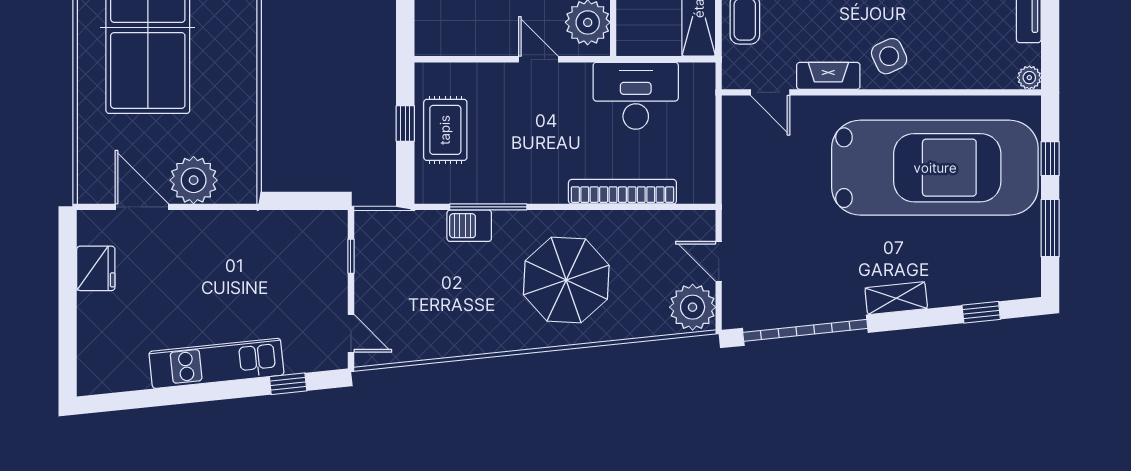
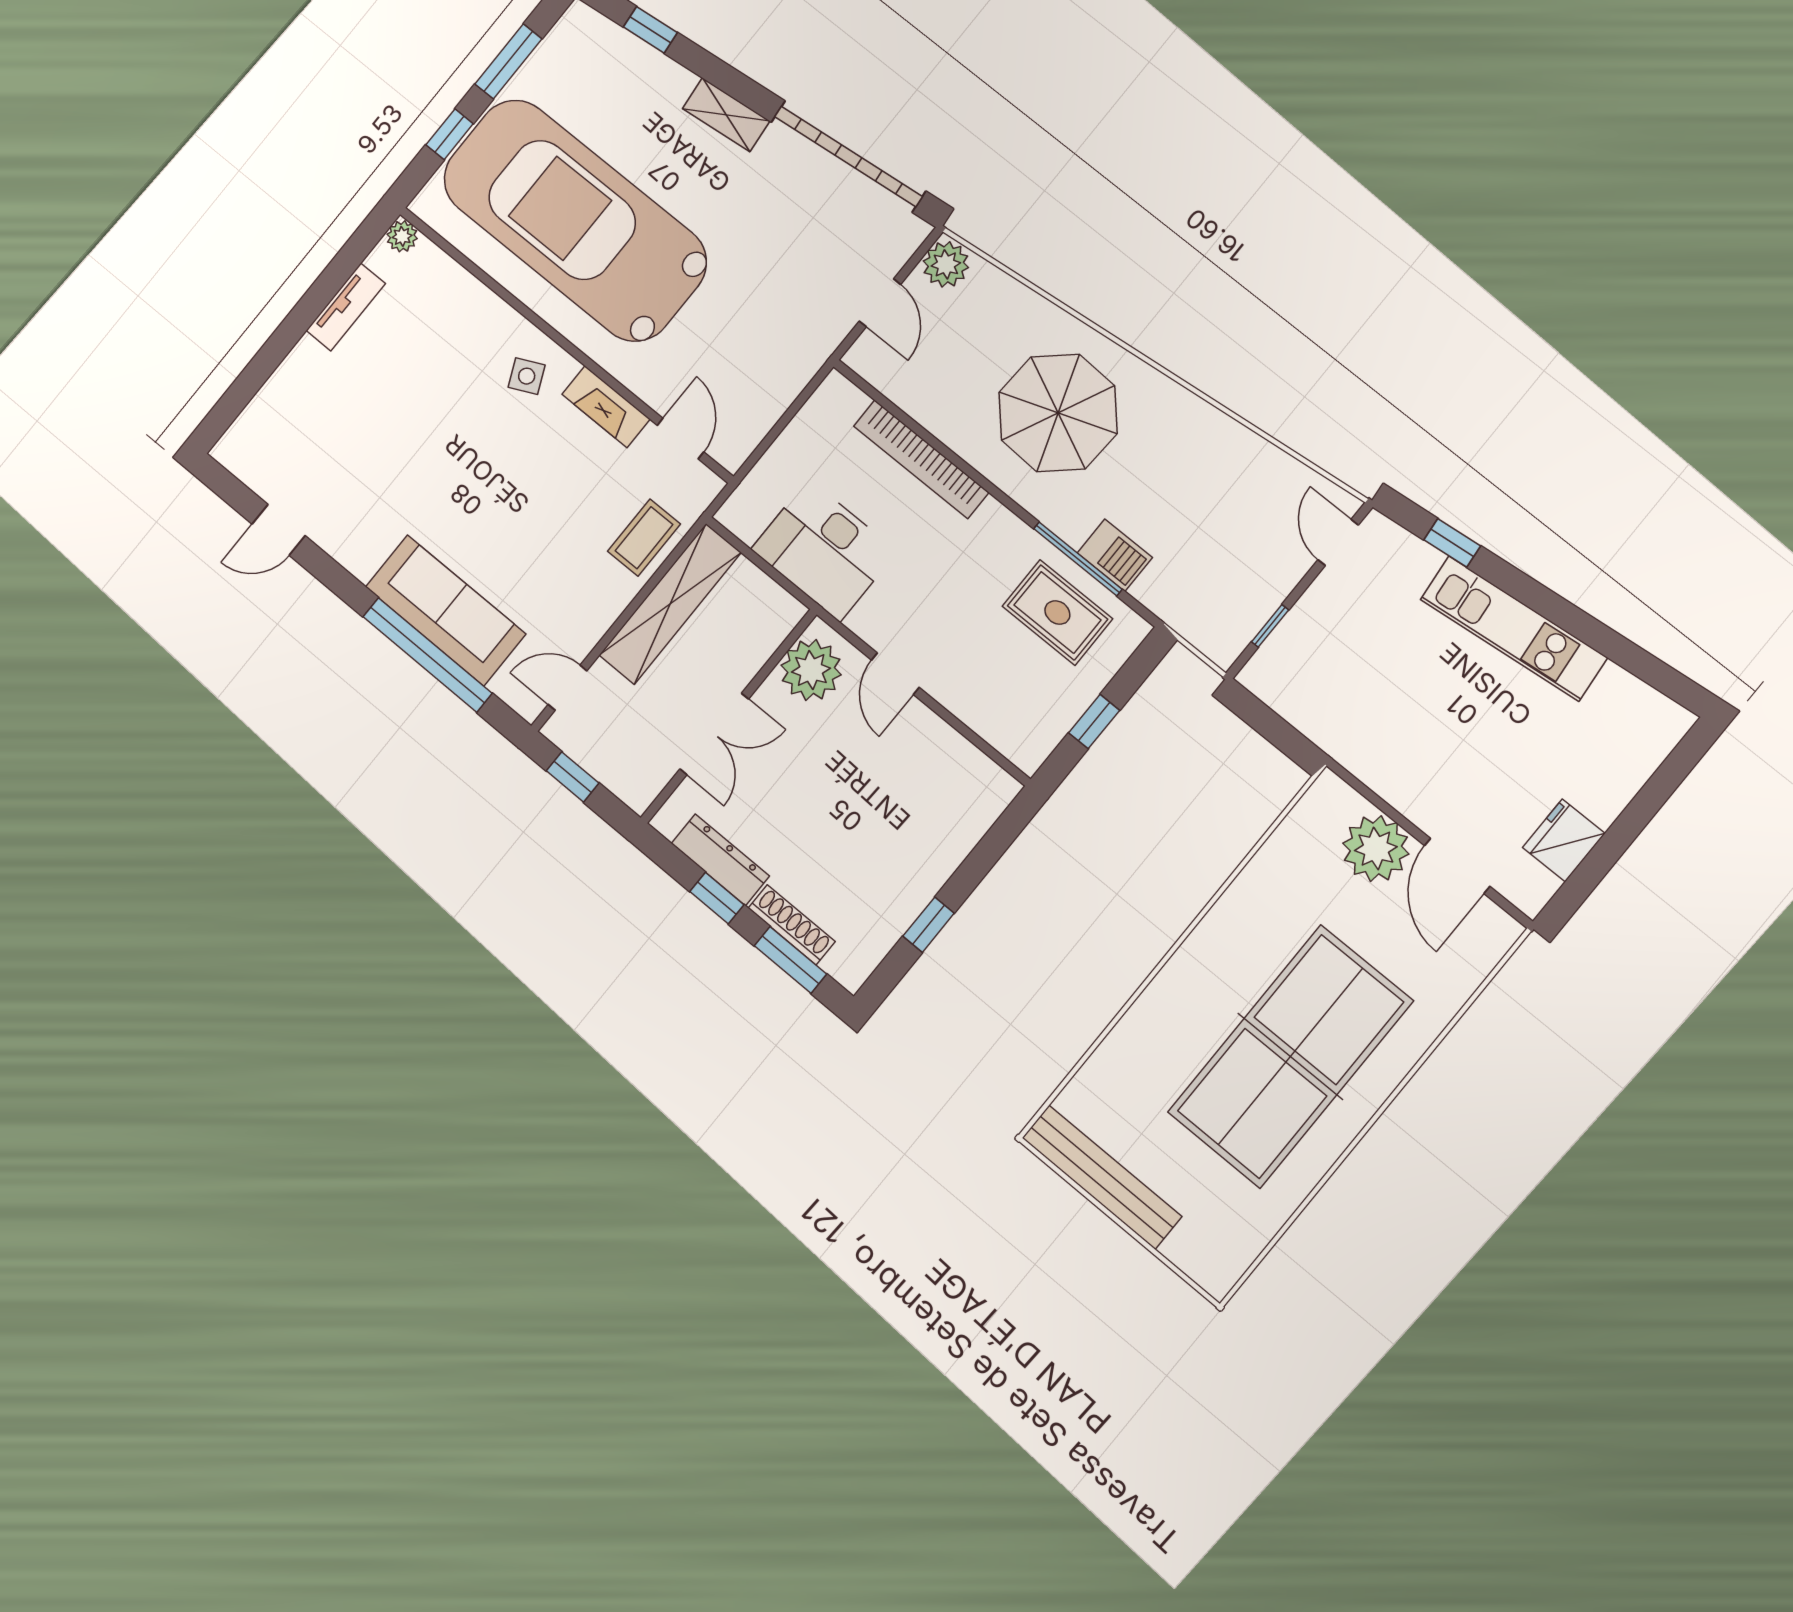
side table: (889, 56) -> (527, 376), width x0.73, depth x0.73
rug: (445, 130) -> (1057, 613), moved, turned 90
plant: (693, 307) -> (946, 264), width x0.73, depth x0.73

